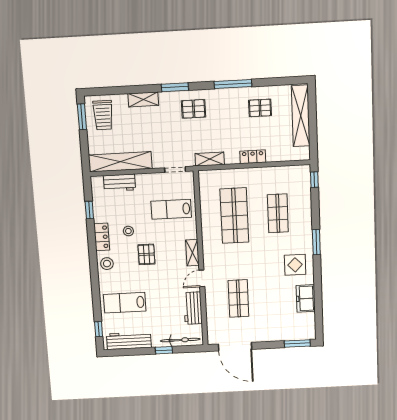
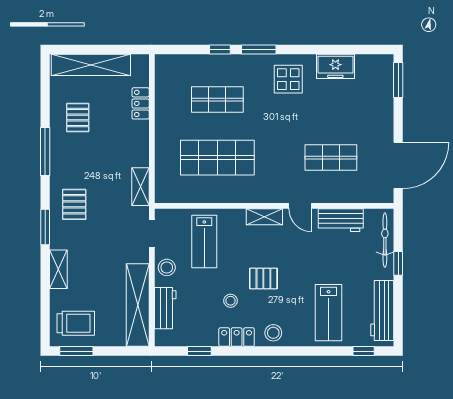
locker: (253, 157) -> (141, 103), moved
window: (314, 180) -> (220, 50), moved
stool: (150, 182) -> (167, 267), added

